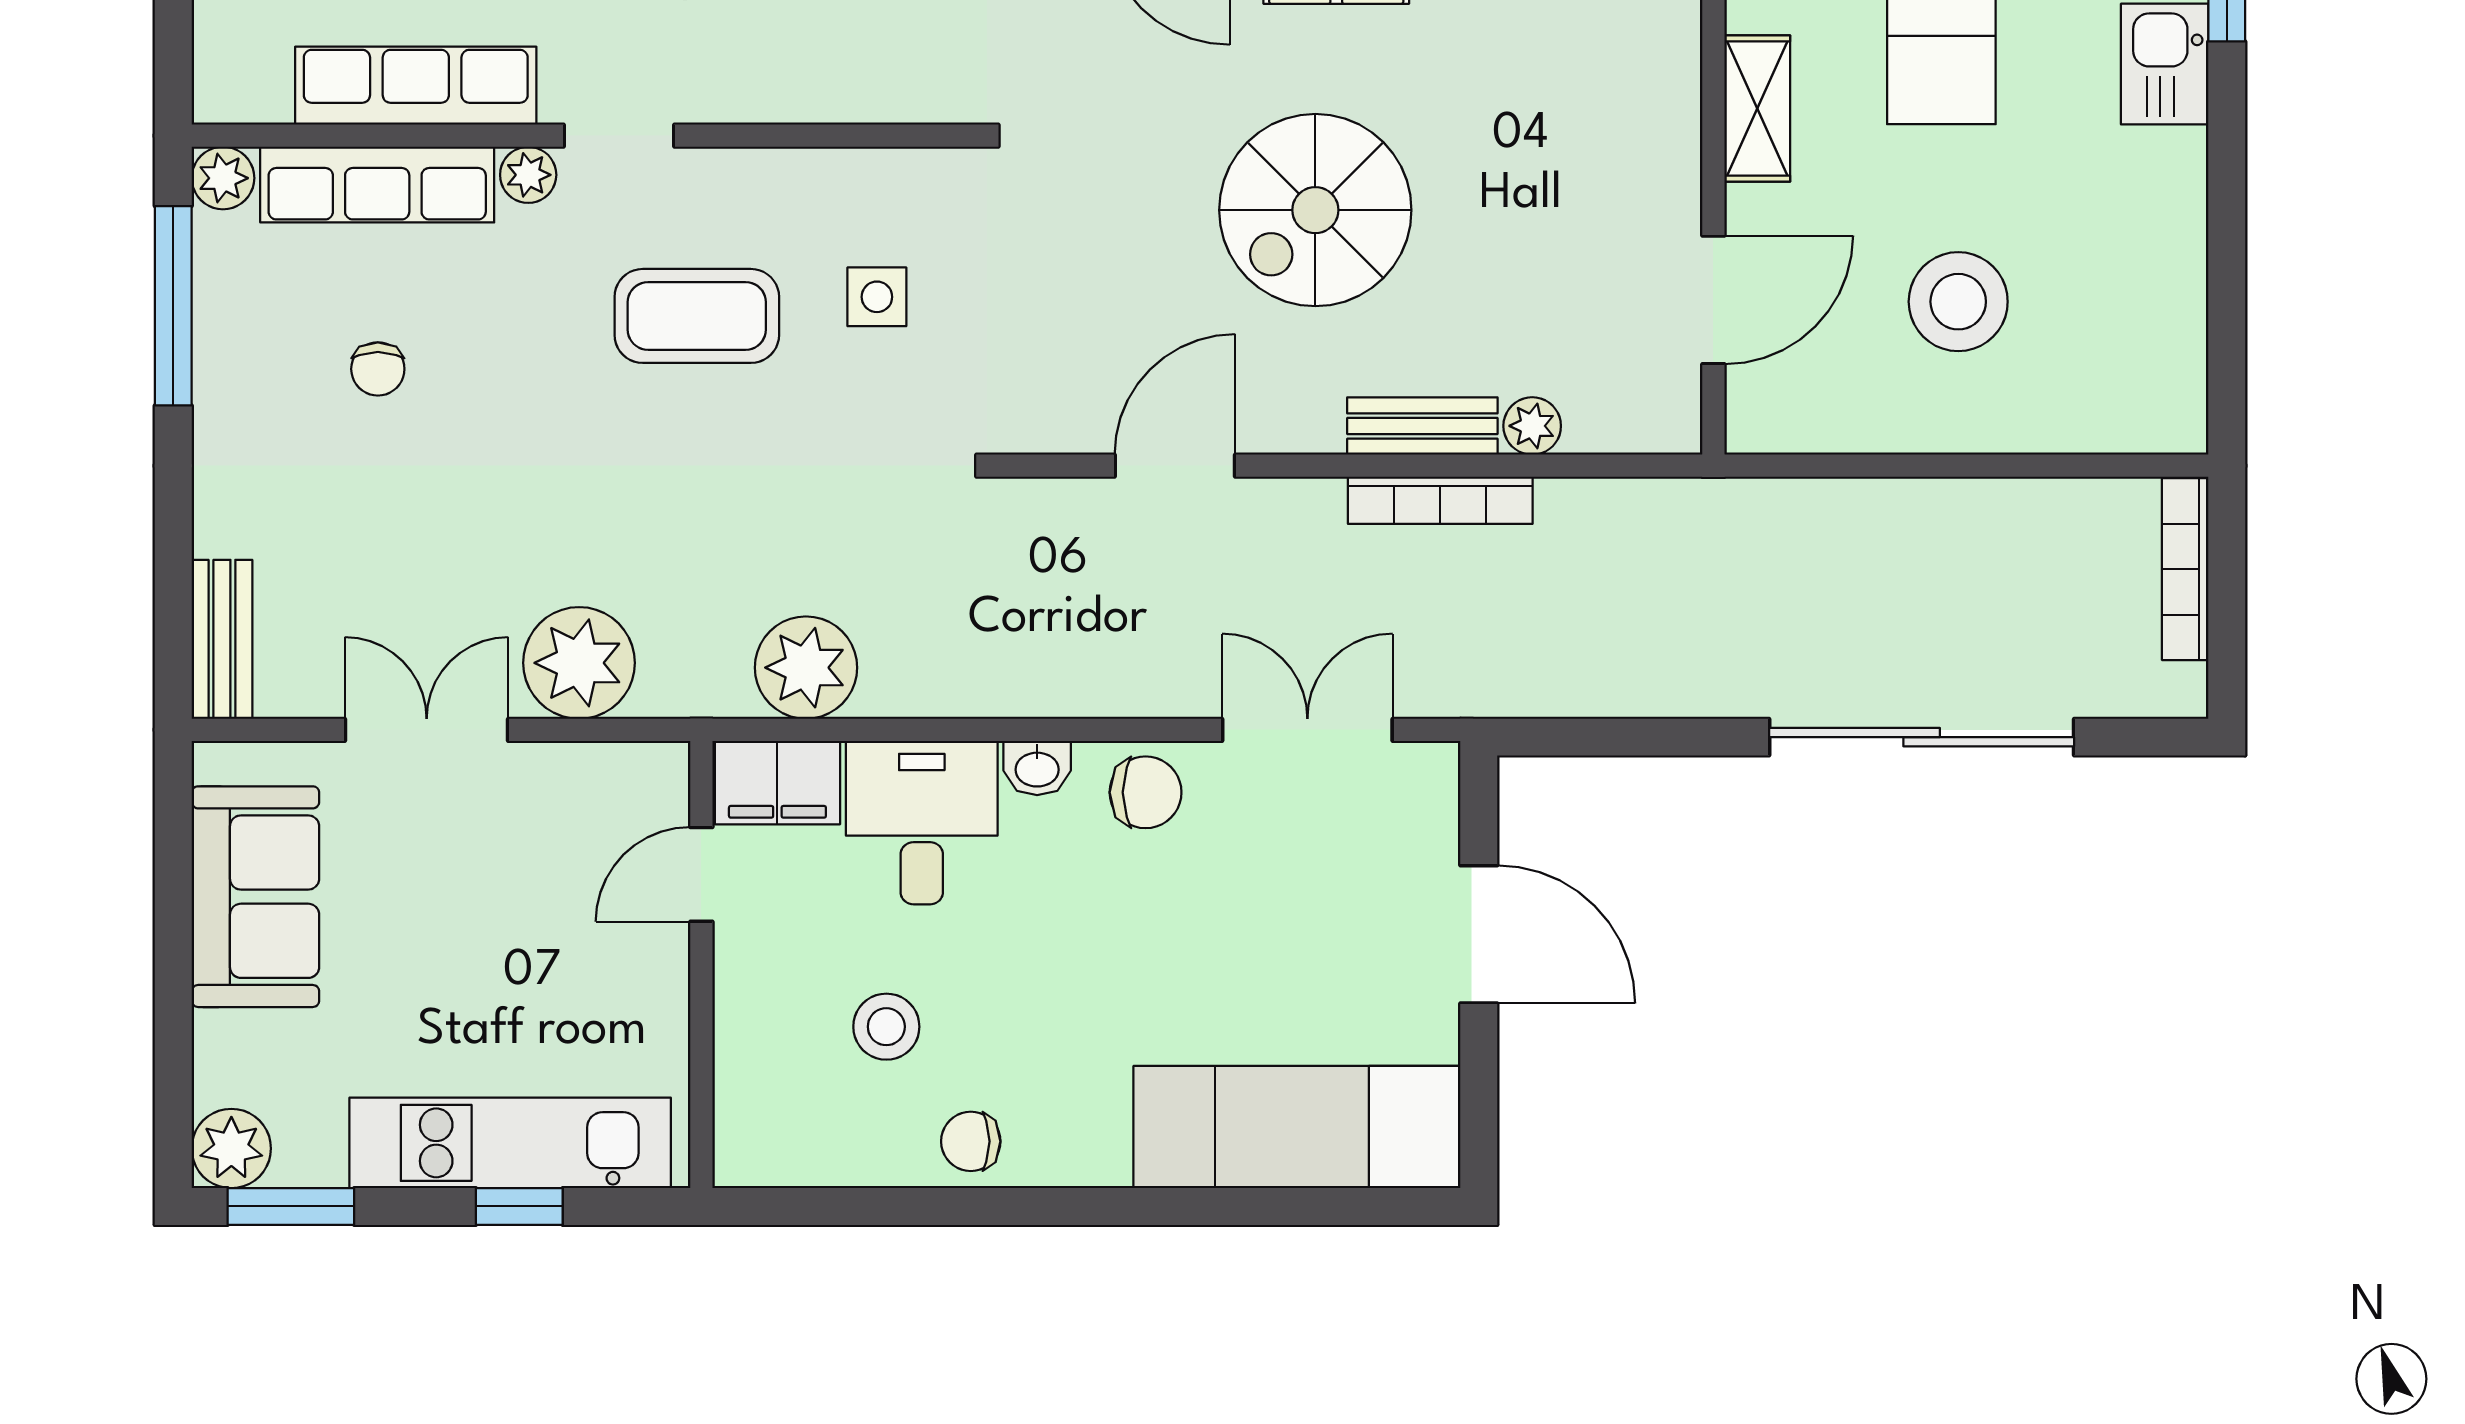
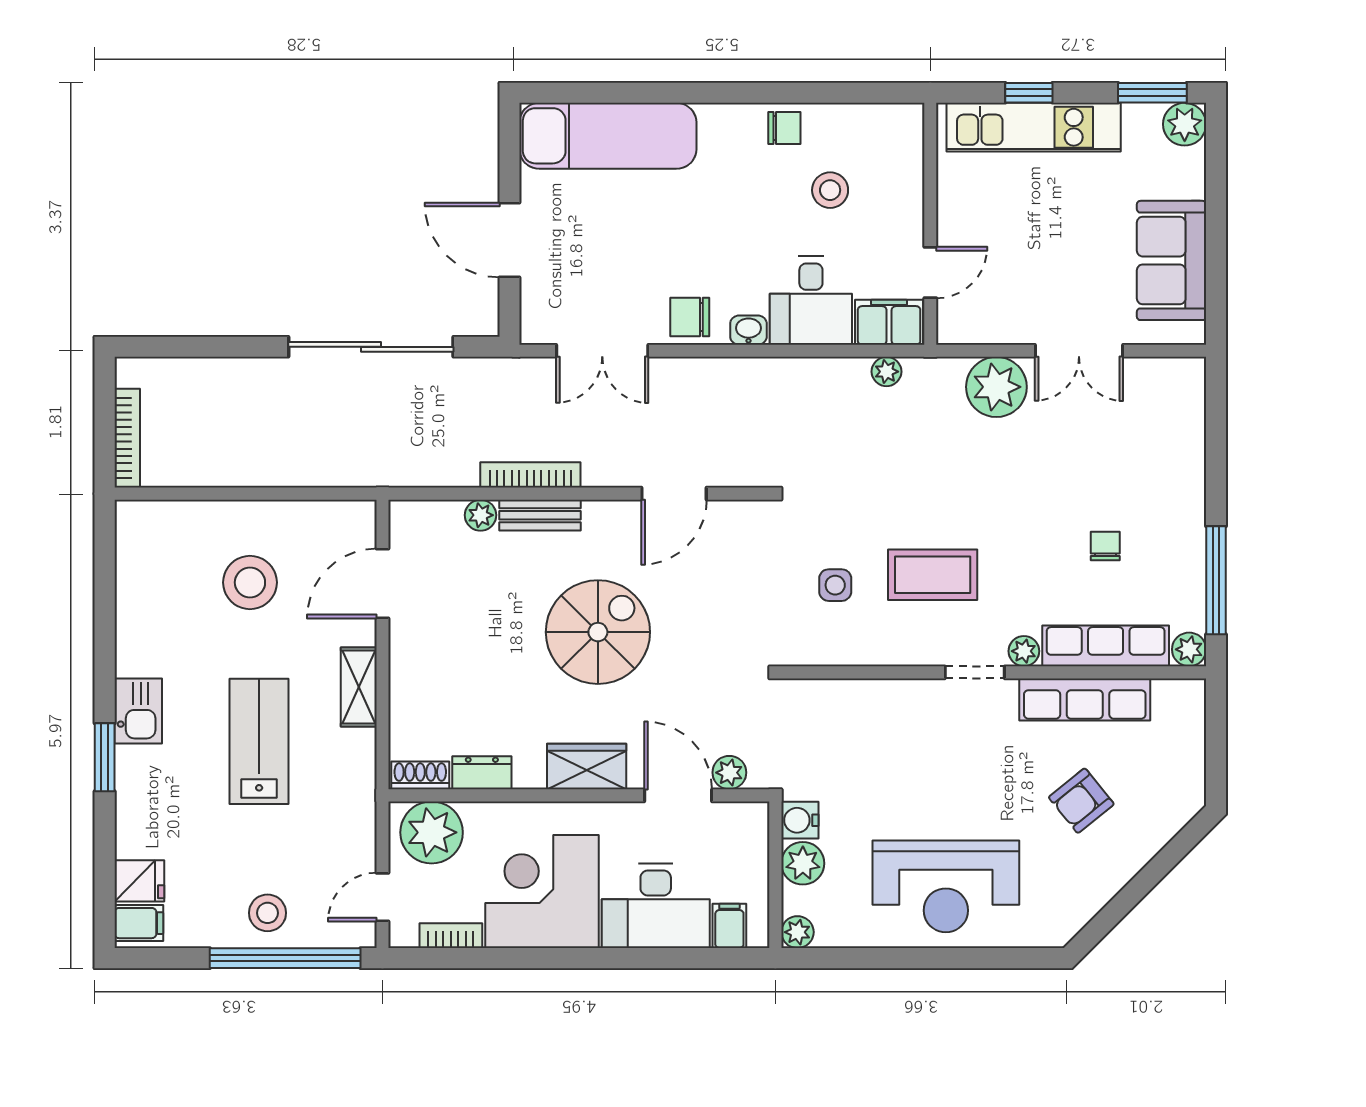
bench: (222, 639) -> (1190, 400), removed
plant: (806, 668) -> (887, 372), width x0.53, depth x0.53
sliding door: (1922, 737) -> (371, 347), moved

